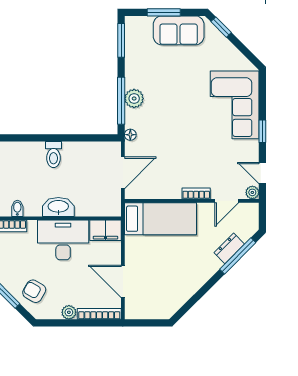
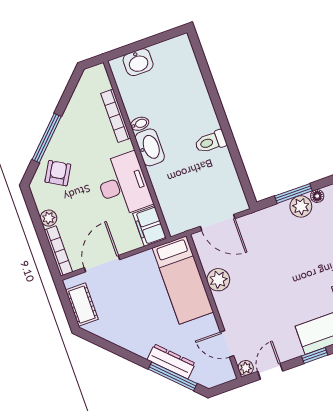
window: (121, 101) -> (293, 193), width x0.69
floor lamp: (130, 135) -> (317, 196), moved
plant: (171, 189) -> (218, 280), added
bookcase: (196, 193) -> (223, 308), removed
washbasin: (58, 207) -> (150, 147), moved
dresser: (229, 248) -> (171, 361), width x1.44
cot: (151, 310) -> (82, 305), added

